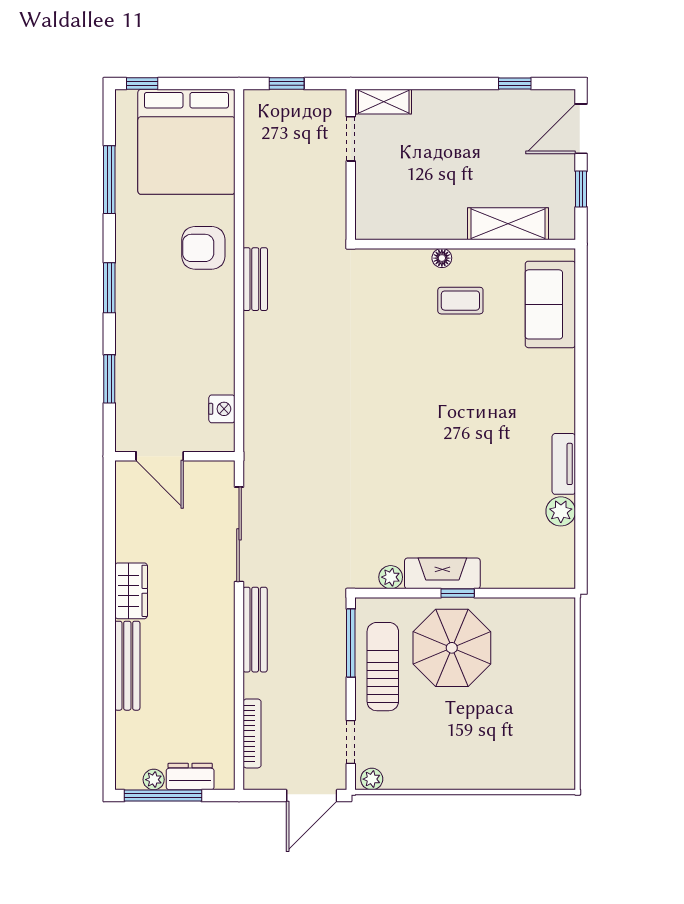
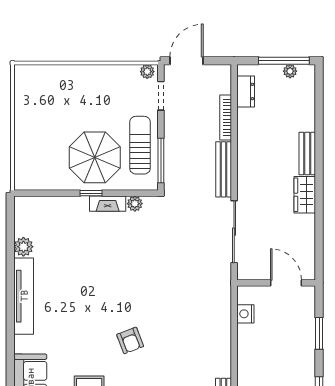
armchair: (398, 368) -> (130, 340), added
tv unit: (564, 464) -> (24, 296), width x1.92, depth x1.29
fireplace: (442, 573) -> (108, 204), width x0.73, depth x0.76
bench: (127, 666) -> (307, 154), width x0.73
sun lounger: (383, 667) -> (140, 145), turned 180
bookcase: (252, 733) -> (226, 117), moved
dresser: (190, 777) -> (246, 92), moved, turned -90

